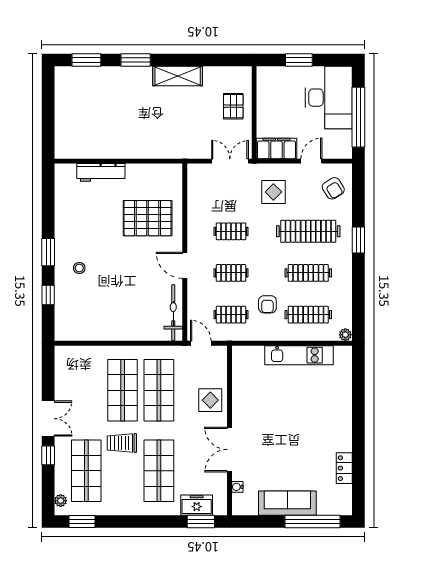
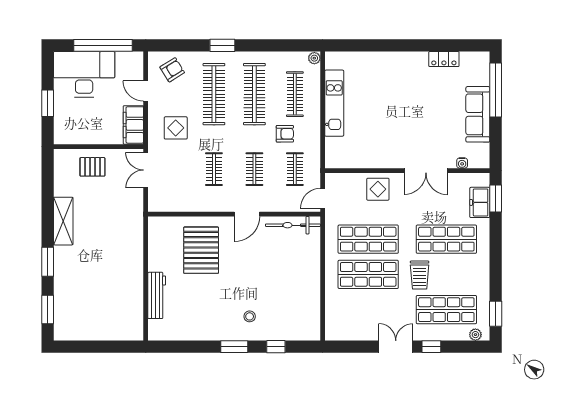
clothes rail: (308, 273) -> (254, 94), width x1.37, depth x1.31

